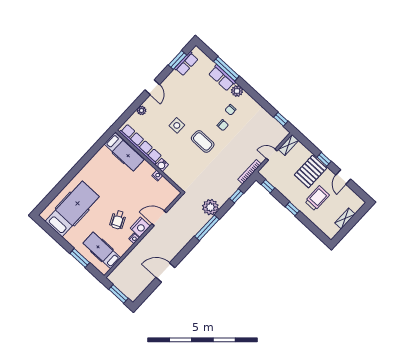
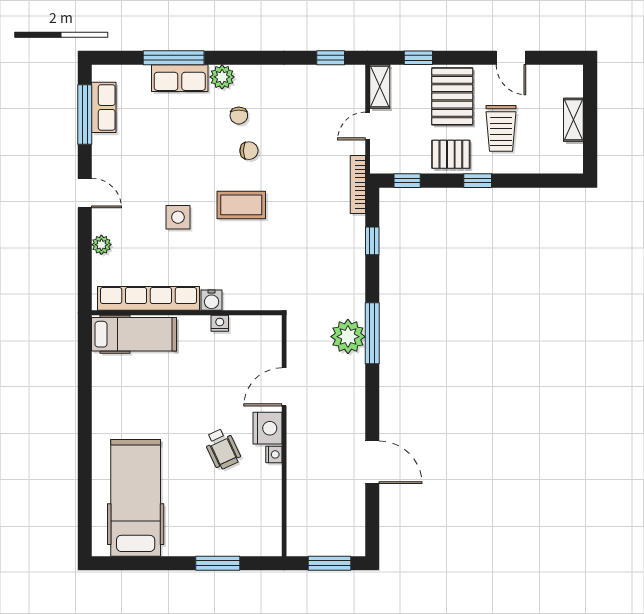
window: (177, 60) -> (85, 114), width x1.44
window: (324, 159) -> (418, 58), moved
pallet: (291, 191) -> (451, 154), added
trolley: (317, 198) -> (501, 128), turned 180
plant: (210, 207) -> (348, 337), moved
hospital bed: (102, 250) -> (242, 519), removed
door: (165, 273) -> (372, 462), swing flipped

